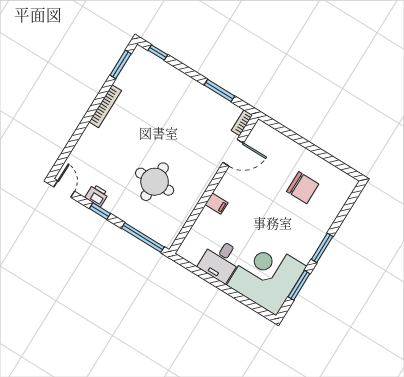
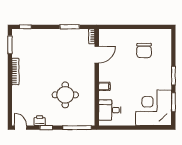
chair: (303, 188) -> (144, 51), turned 90
desk: (220, 260) -> (110, 110), moved, turned 90

